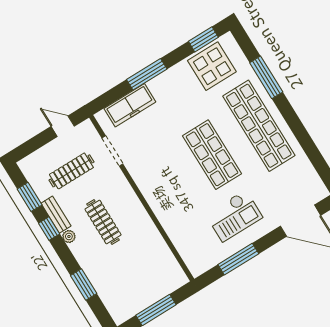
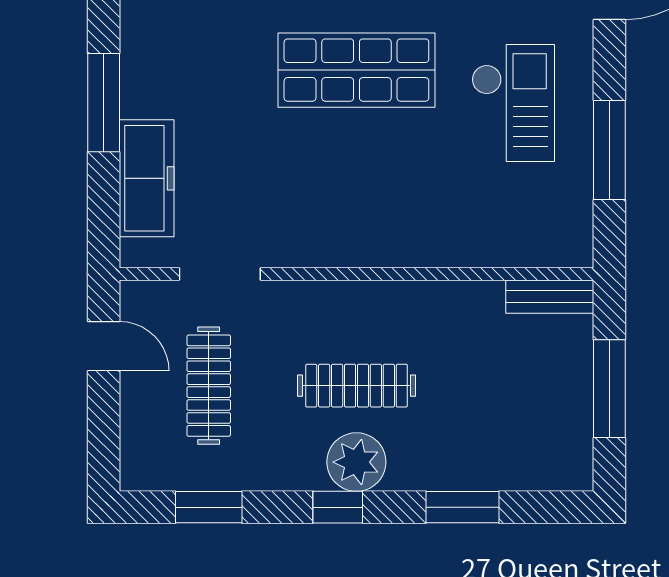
door: (63, 126) -> (104, 346), swing flipped
bench: (56, 215) -> (550, 297), moved
window: (49, 229) -> (338, 507), moved
plant: (69, 236) -> (356, 462), width x1.88, depth x1.88

